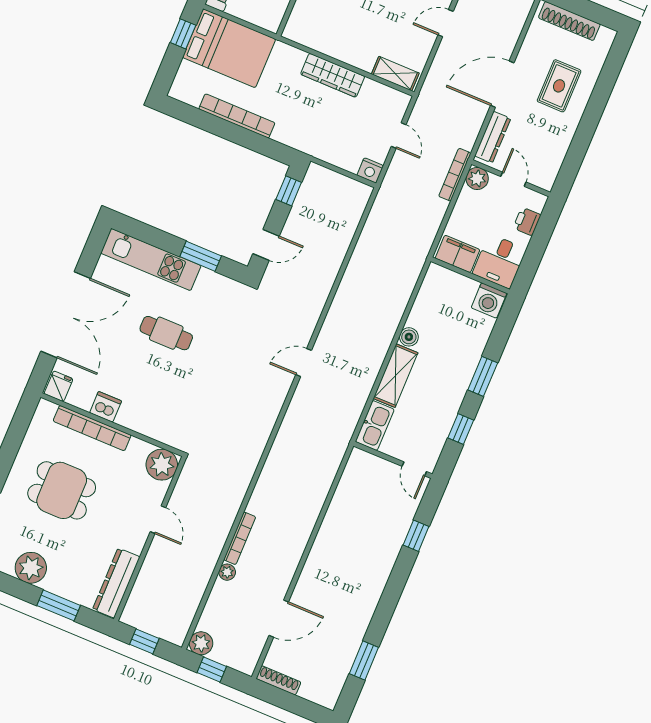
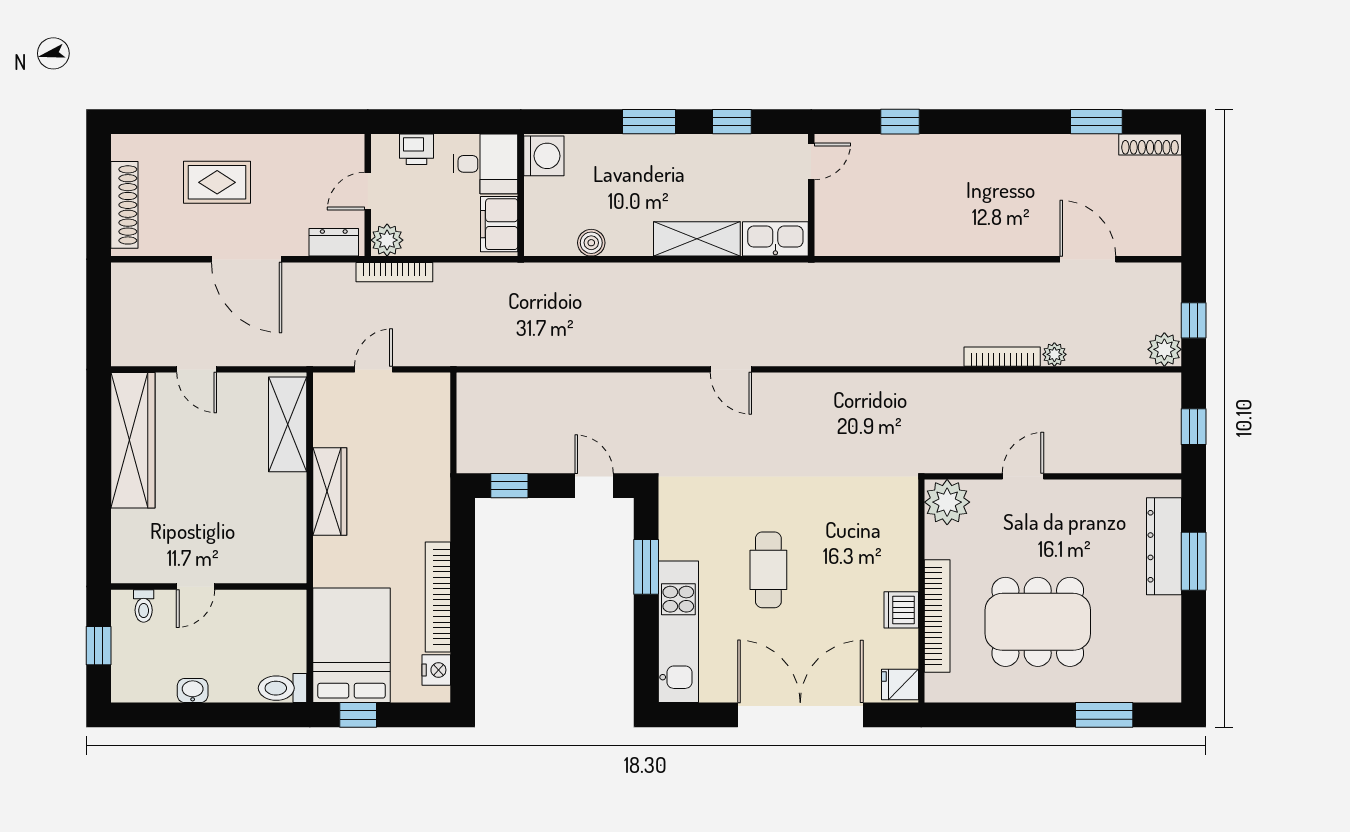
shelving: (395, 74) -> (288, 424), width x1.50, depth x1.33
dresser: (493, 137) -> (334, 242), width x0.70
nightstand: (370, 170) -> (436, 670), moved
boiler: (409, 337) -> (591, 243), moved
dining table: (62, 490) -> (1038, 622), width x1.37
plant: (31, 568) -> (1159, 620), removed
dresser: (116, 583) -> (1164, 546), moved, turned 90
shoe rack: (278, 680) -> (1150, 145), moved, turned -90

